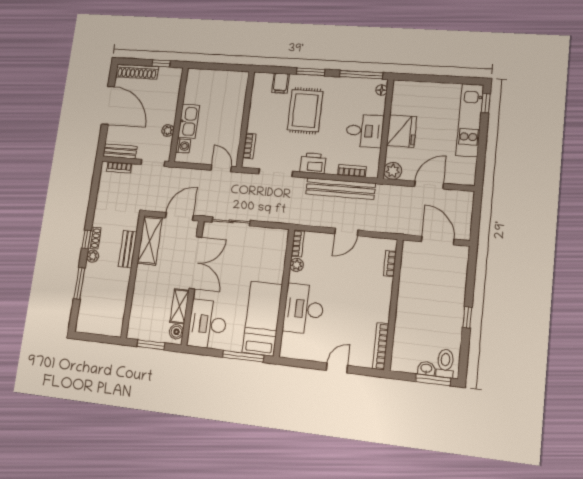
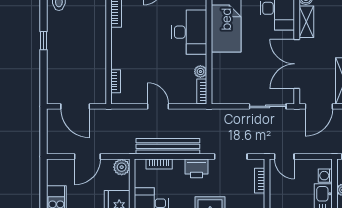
door: (346, 232) -> (158, 106), hinge flipped

